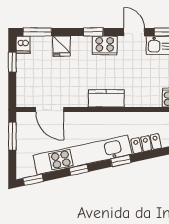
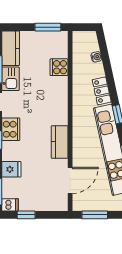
kitchen counter: (106, 98) -> (60, 142), moved

